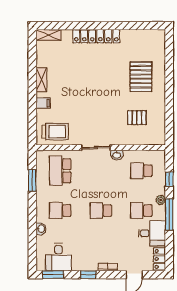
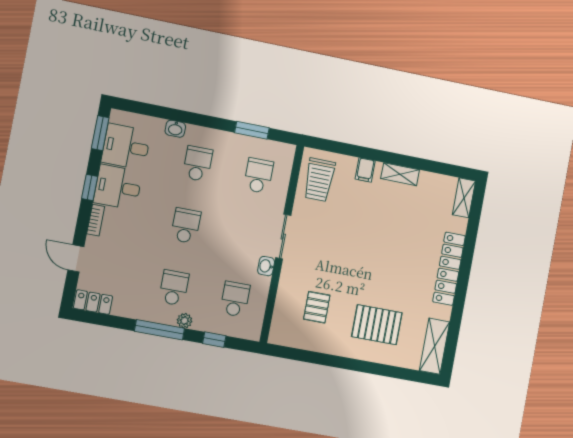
shelving: (148, 36) -> (434, 346), added
school desk: (60, 171) -> (258, 176), width x0.54
desk: (152, 233) -> (118, 187), moved, turned 90

